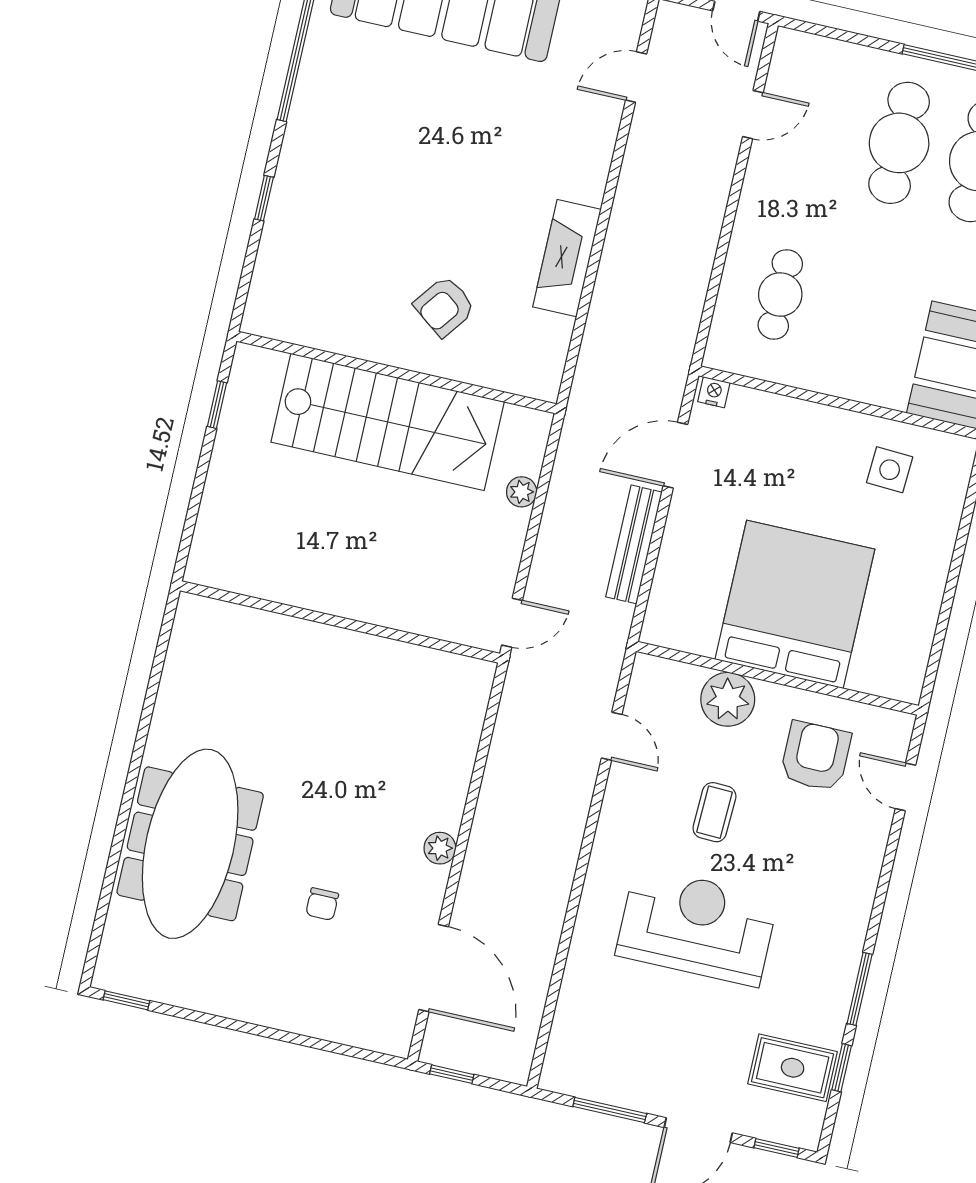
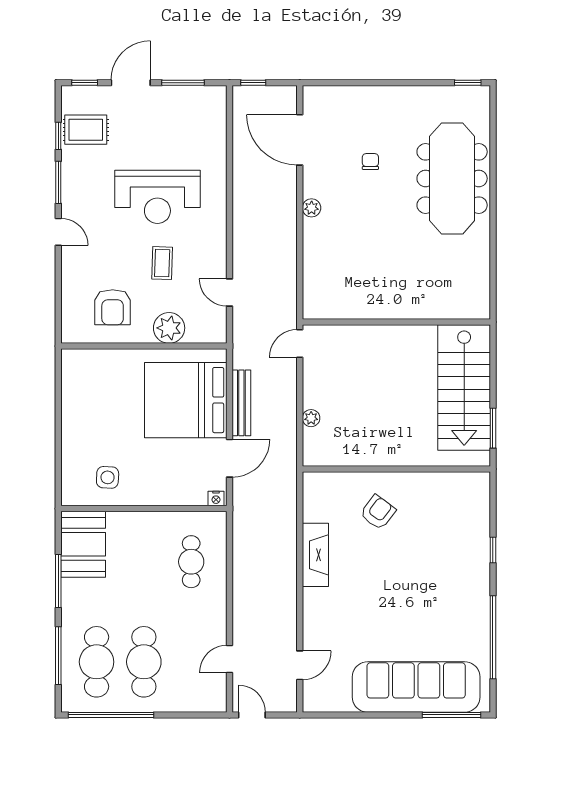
window: (217, 405) -> (493, 428), width x1.50
stairs: (388, 422) -> (464, 388), moved, turned -90
bed: (795, 604) -> (186, 400), moved, turned 90
door: (905, 787) -> (58, 232), moved
window: (452, 1074) -> (253, 83), moved

